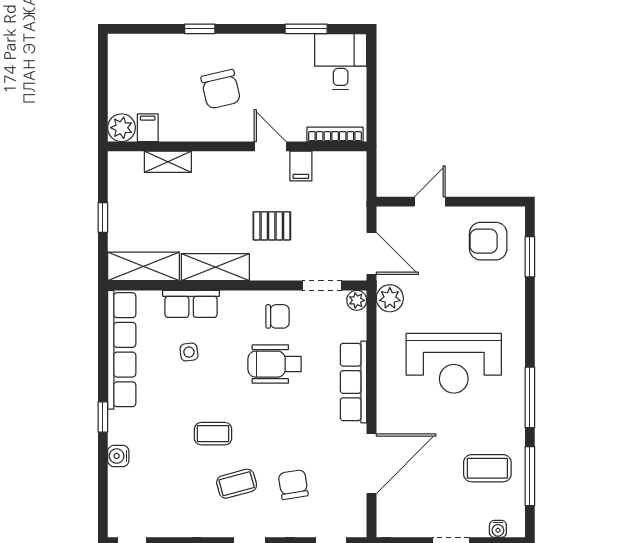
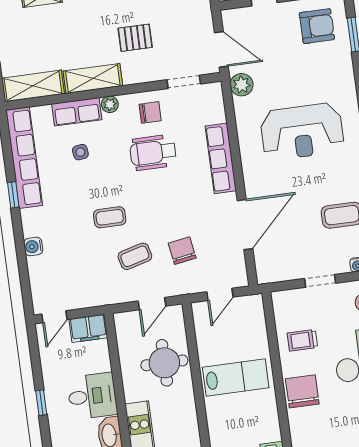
armchair: (488, 241) -> (317, 26), turned 180
plant: (357, 300) -> (110, 104), moved
window: (103, 417) -> (13, 195), moved

